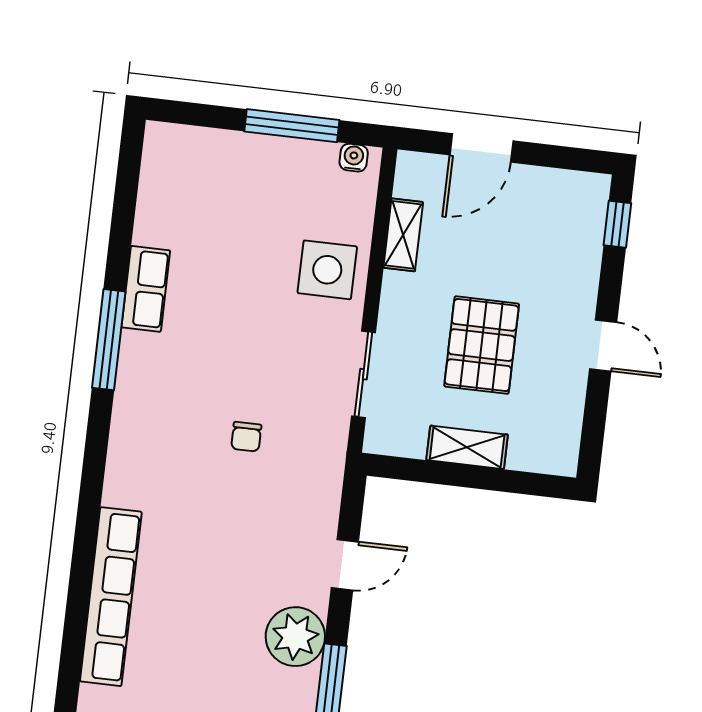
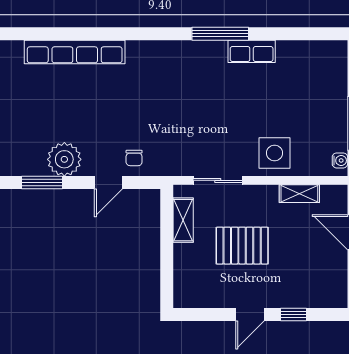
window: (617, 224) -> (294, 314), moved
chair: (246, 437) -> (134, 158), moved, turned -90
shelving: (467, 447) -> (183, 220), moved
door: (345, 565) -> (108, 183), hinge flipped

